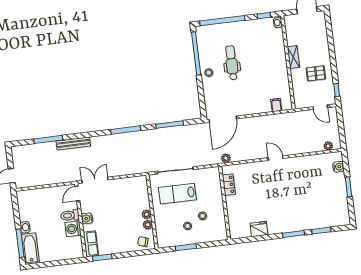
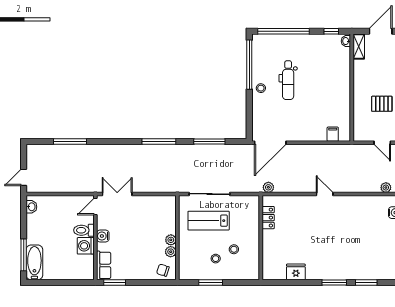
shelving: (293, 57) -> (359, 46), moved
dental chair: (232, 63) -> (288, 80), turned 180
bench: (73, 143) -> (98, 149), removed
washbasin: (25, 227) -> (31, 207), moved

